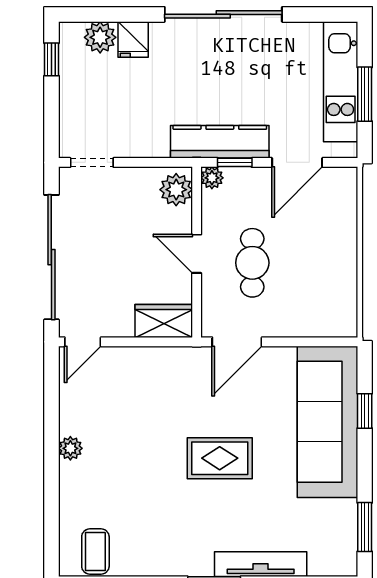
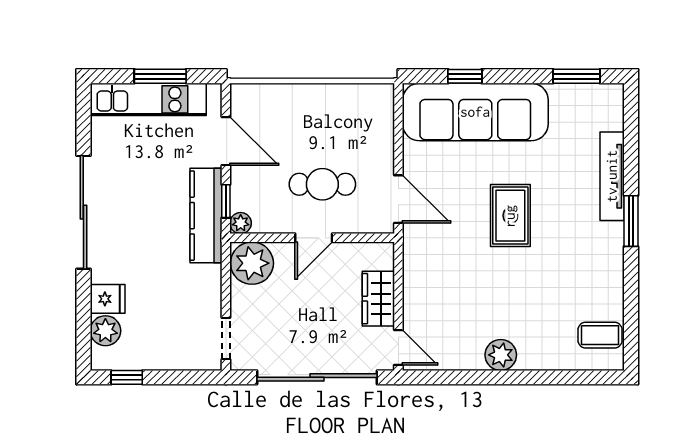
plant: (176, 190) -> (252, 263), width x1.36, depth x1.36
wardrobe: (164, 321) -> (378, 299), moved
plant: (70, 448) -> (501, 355), width x1.38, depth x1.38

